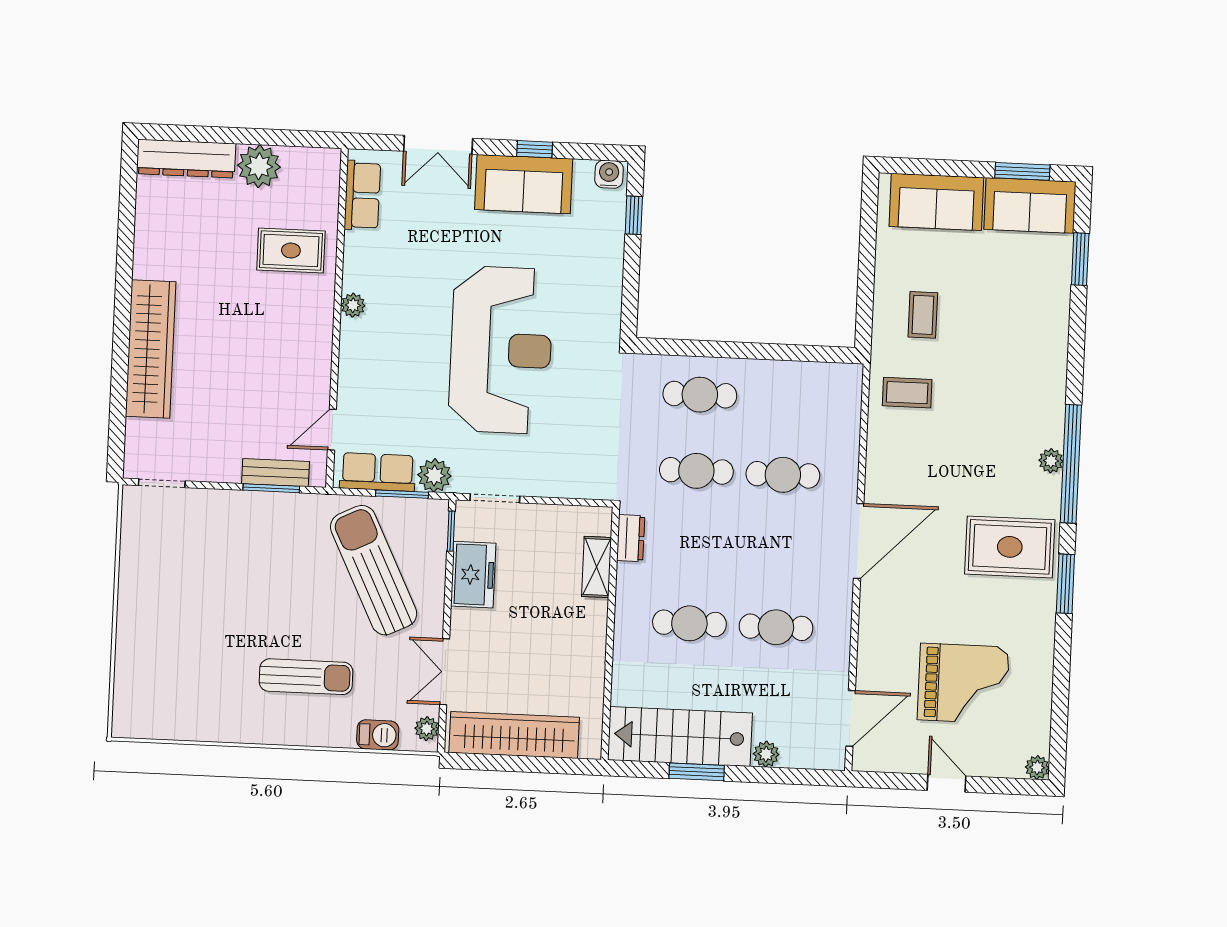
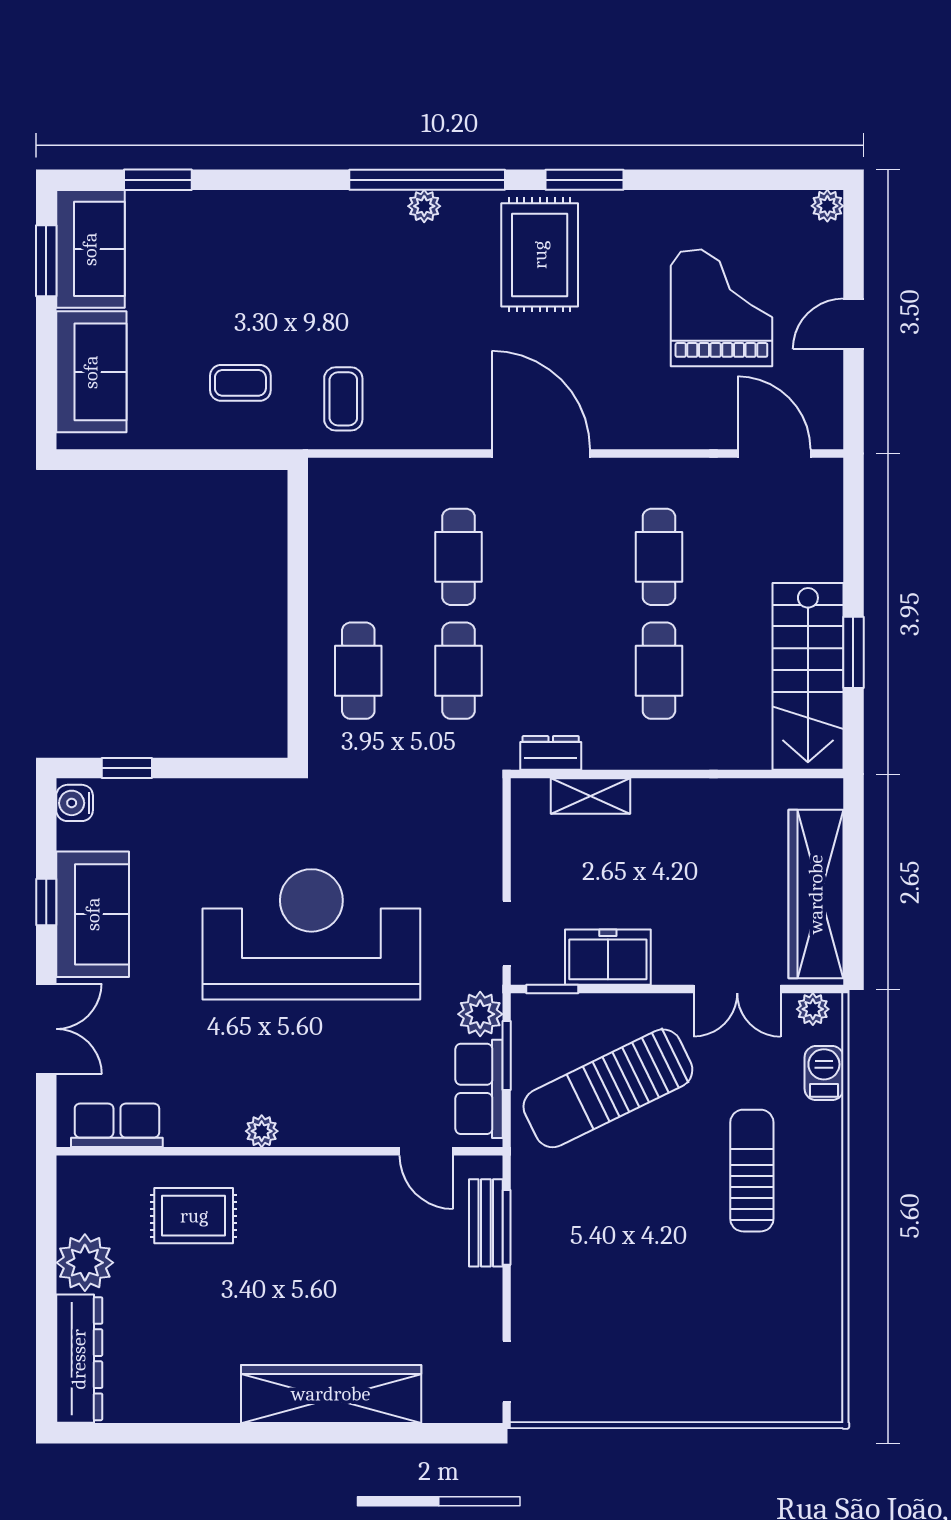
rug: (291, 250) -> (194, 1216), turned 90
plant: (766, 754) -> (826, 562), removed

